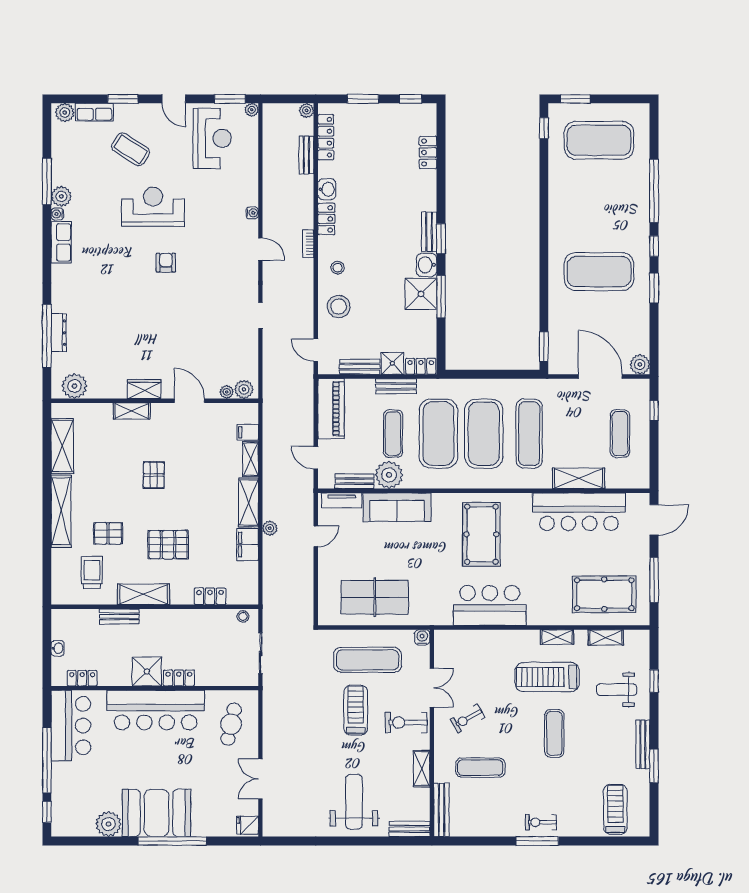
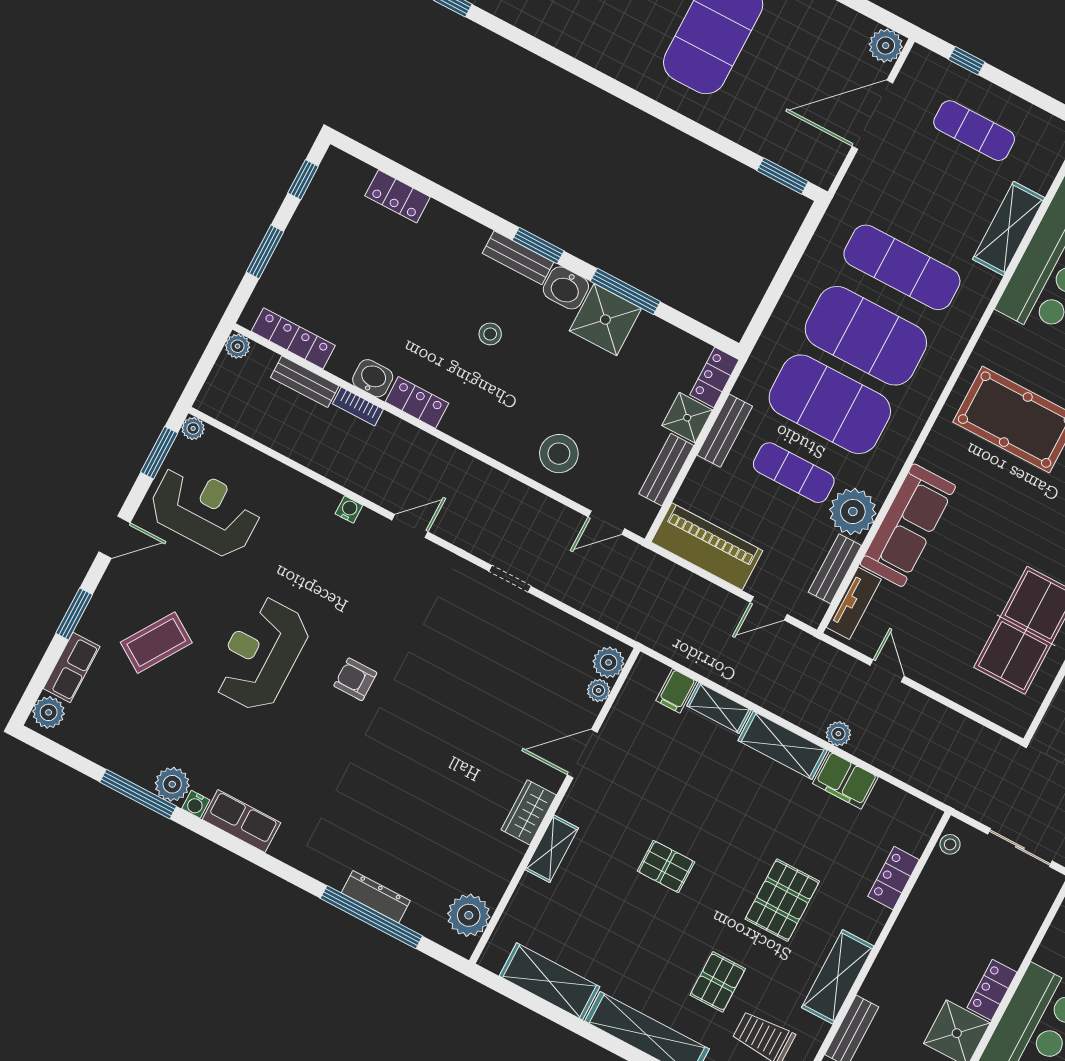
bookcase: (308, 244) -> (358, 406), moved
stool: (338, 268) -> (490, 334), moved

